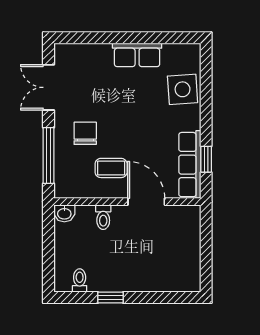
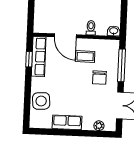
plant: (83, 51) -> (99, 126), added

